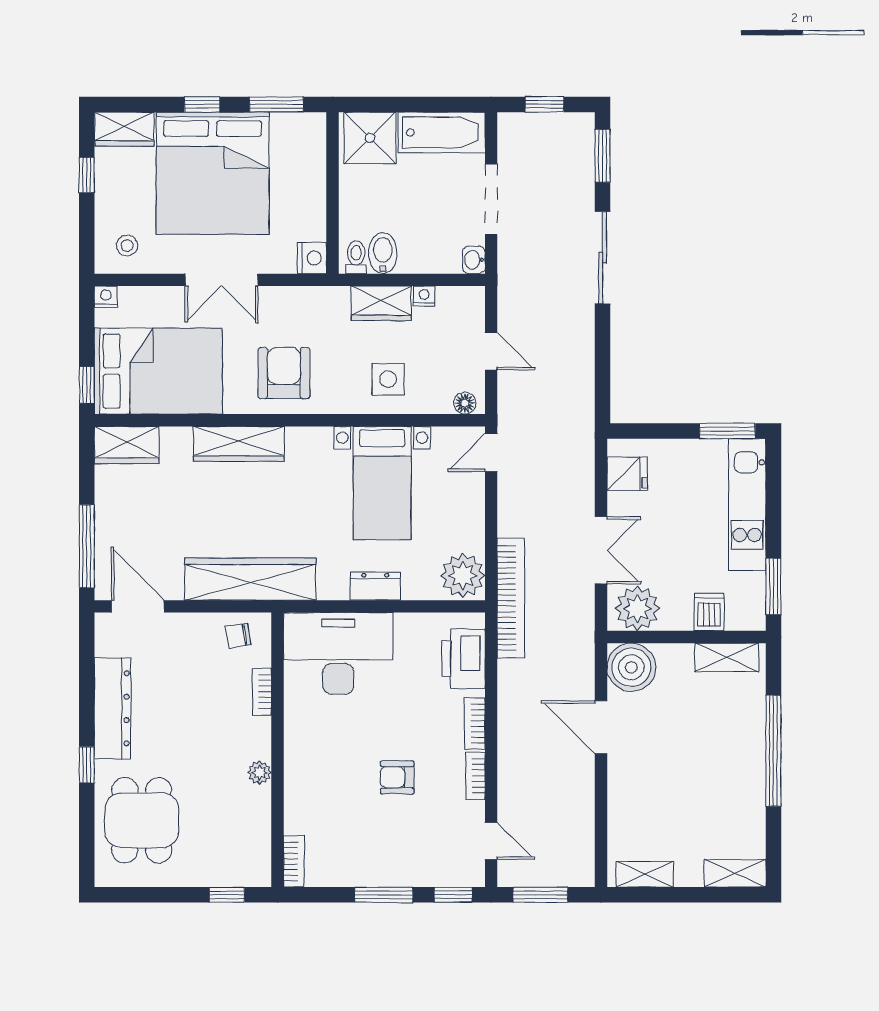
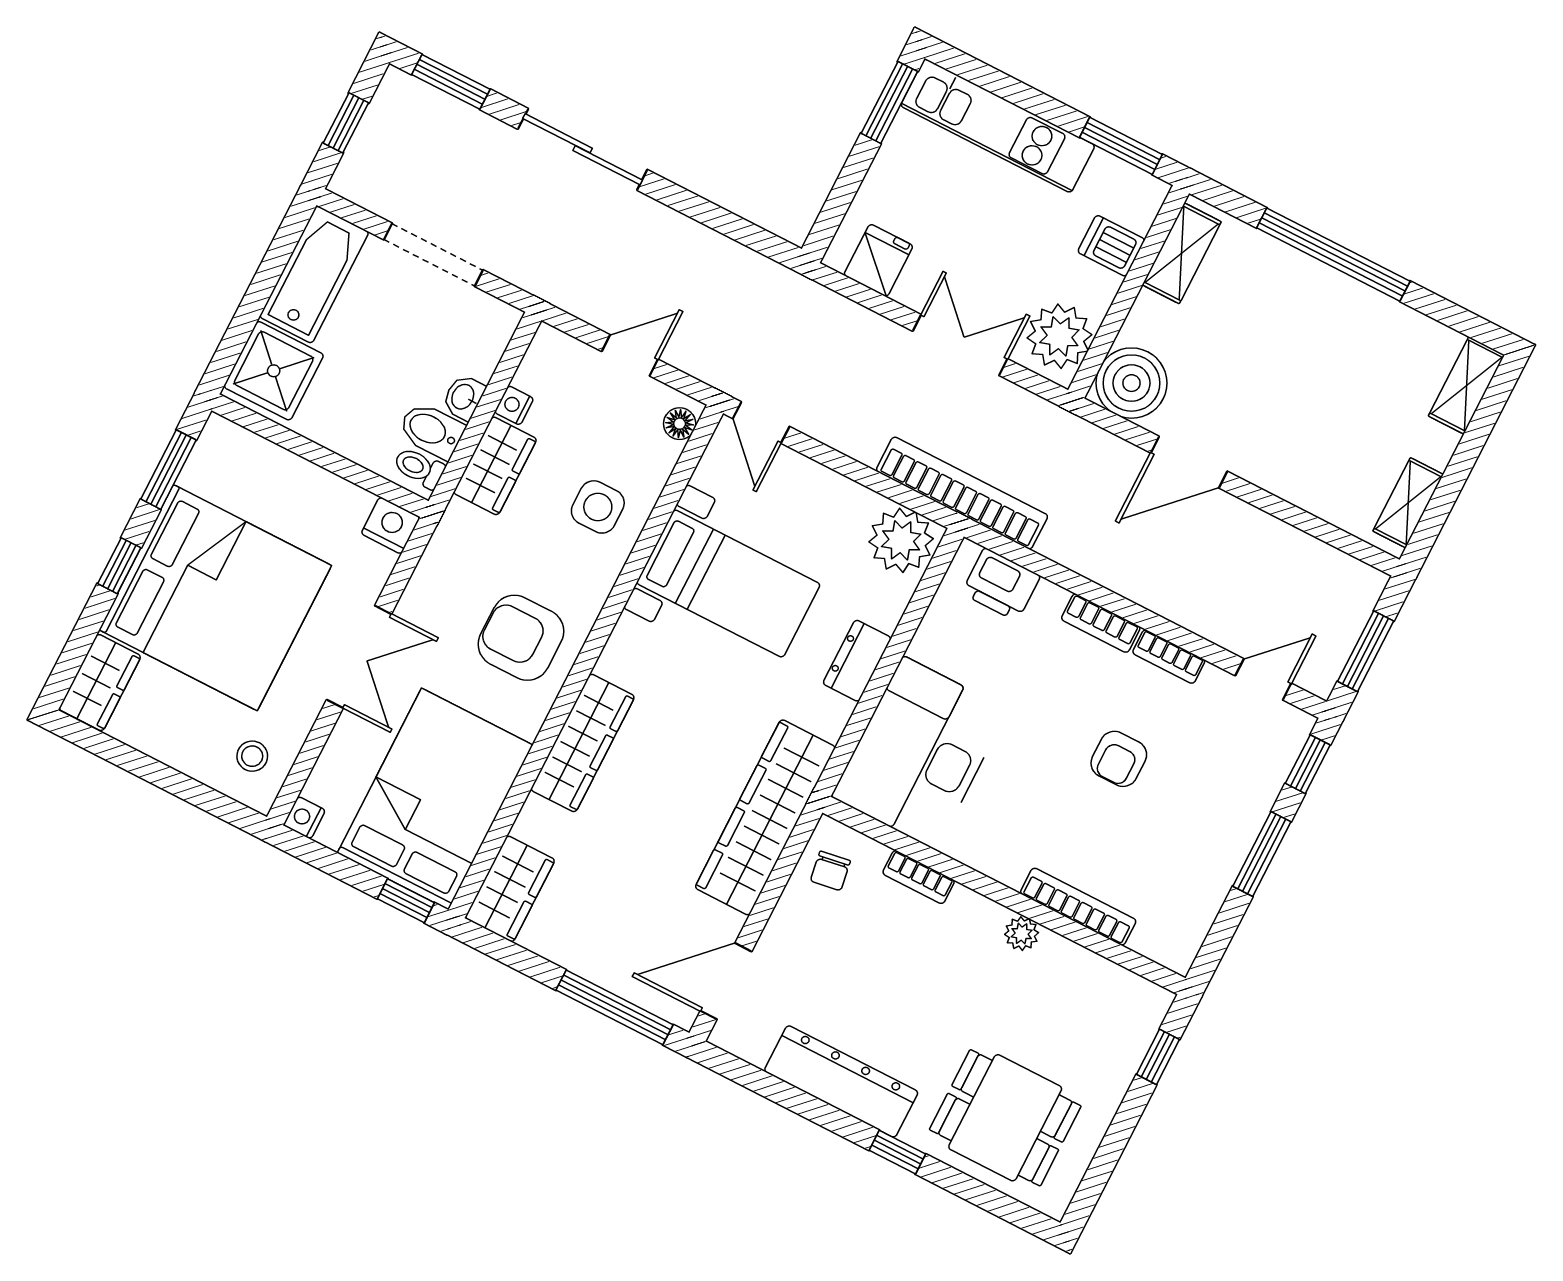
window: (87, 175) -> (134, 762), removed
washbasin: (474, 260) -> (464, 397), moved, turned 90
printer: (464, 659) -> (1001, 585), width x0.73, depth x0.84
bookcase: (294, 861) -> (1078, 907), moved, width x1.56

